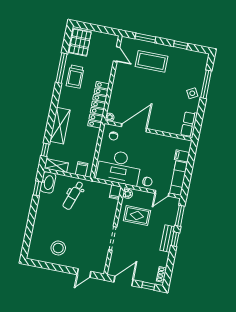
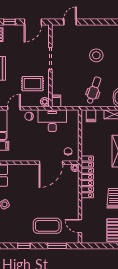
desk: (119, 167) -> (52, 121), width x0.73, depth x0.77
stool: (58, 248) -> (96, 55), moved

